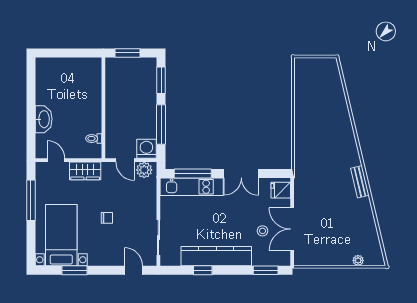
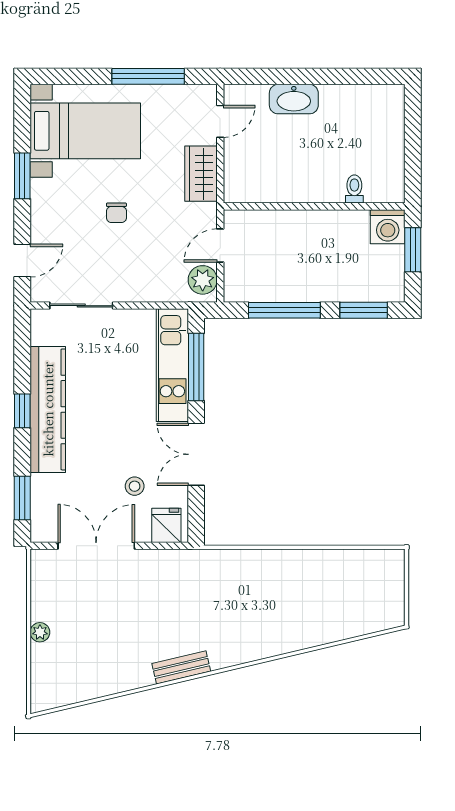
toilet: (94, 139) -> (354, 189), moved
washing machine: (146, 149) -> (388, 227), moved, turned 90
stool: (263, 231) -> (135, 486), moved
plant: (358, 260) -> (40, 632), moved
window: (74, 270) -> (22, 176), moved
window: (203, 270) -> (22, 411), moved

